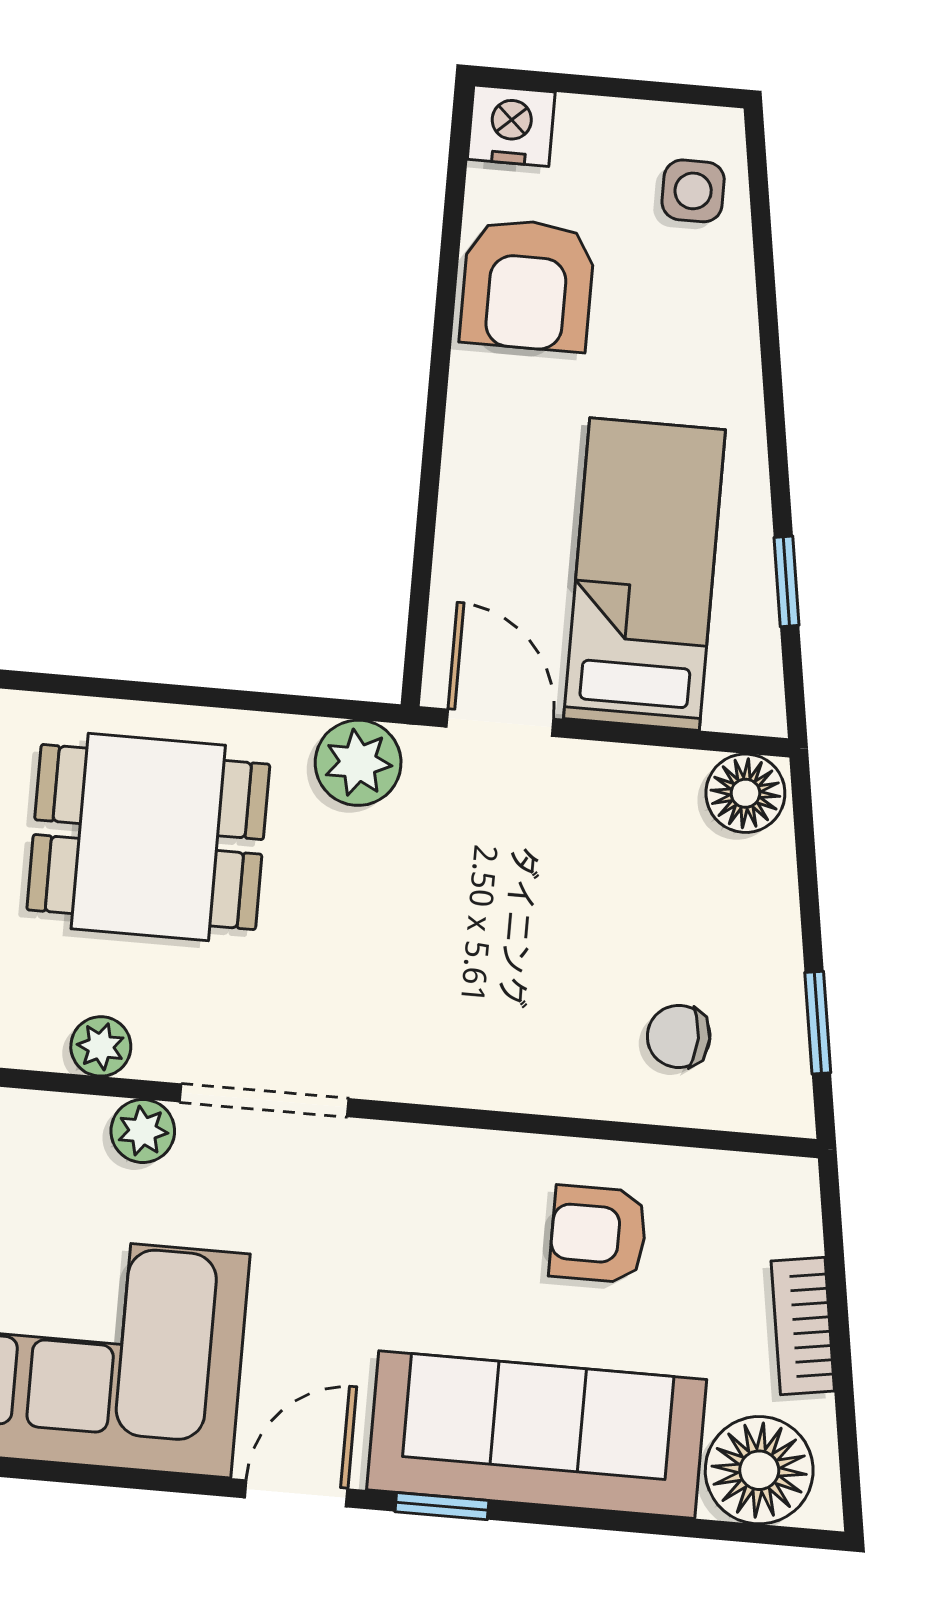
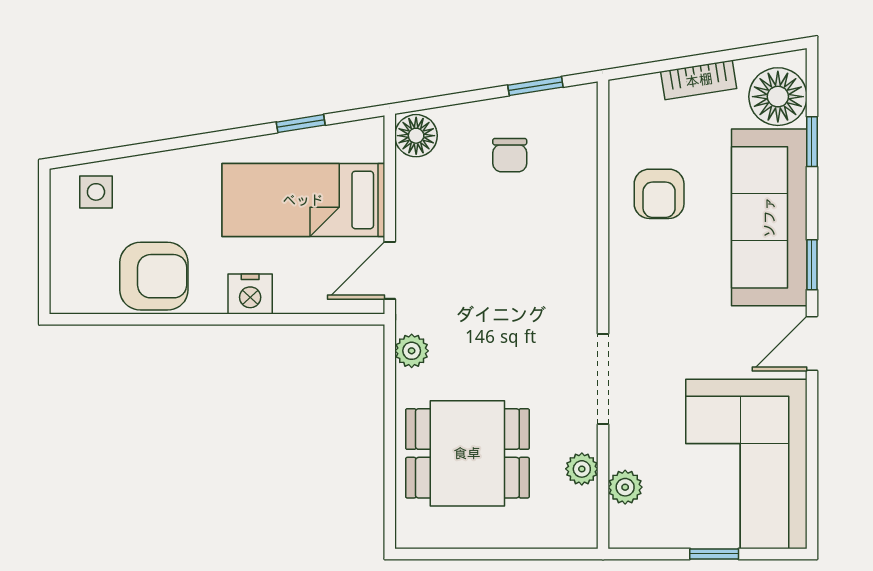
nightstand: (511, 126) -> (250, 294), moved, turned -90
plant: (358, 763) -> (412, 351), width x0.73, depth x0.73
dining table: (148, 837) -> (467, 453), turned 90
chair: (679, 1036) -> (510, 155), moved
plant: (143, 1131) -> (625, 487), moved
door: (296, 1493) -> (812, 343), hinge flipped
window: (670, 1526) -> (812, 142), added

